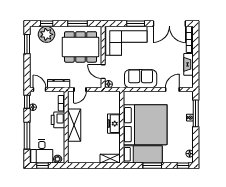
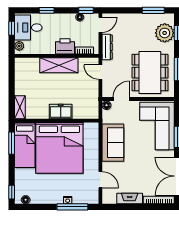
window: (27, 136) -> (47, 10), width x0.46
window: (152, 166) -> (12, 143), moved

